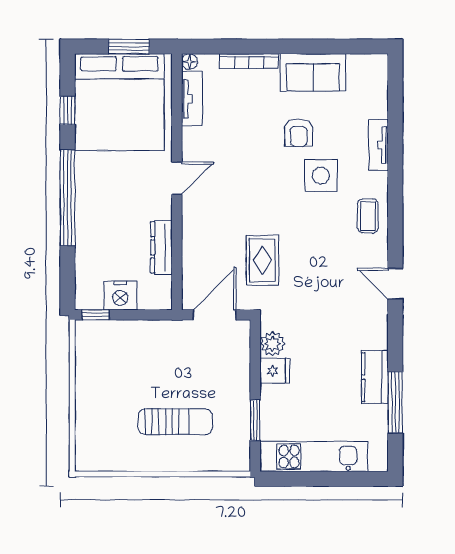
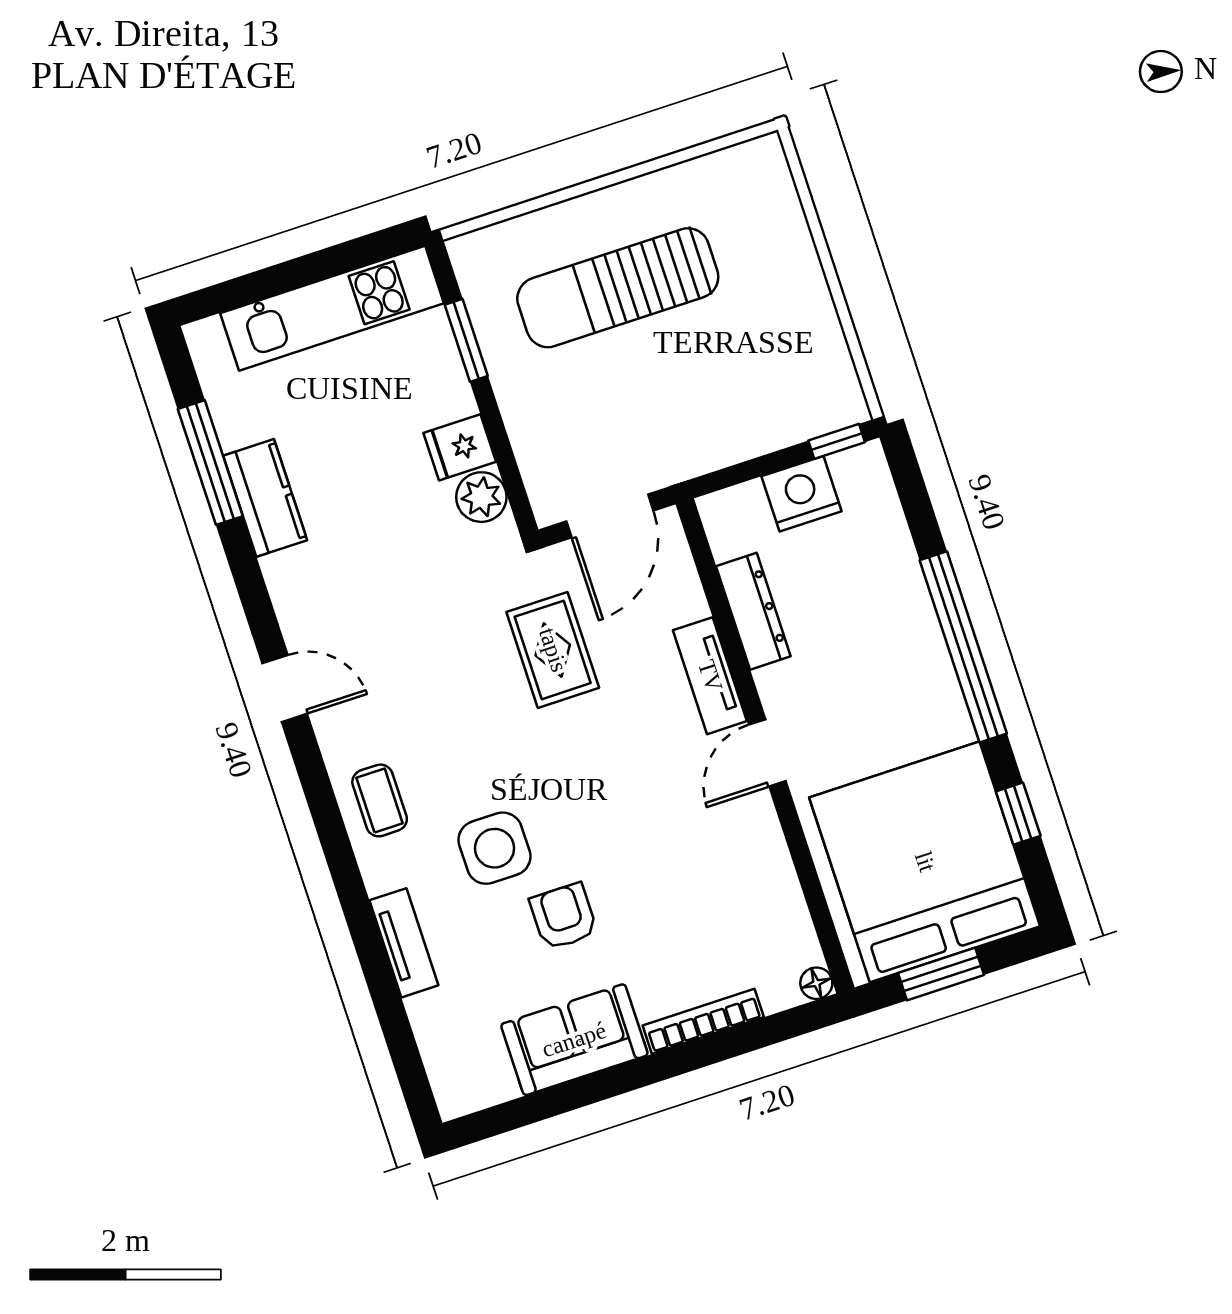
tv unit: (192, 99) -> (710, 676), moved
sun lounger: (175, 422) -> (618, 288), width x1.36, depth x1.34

